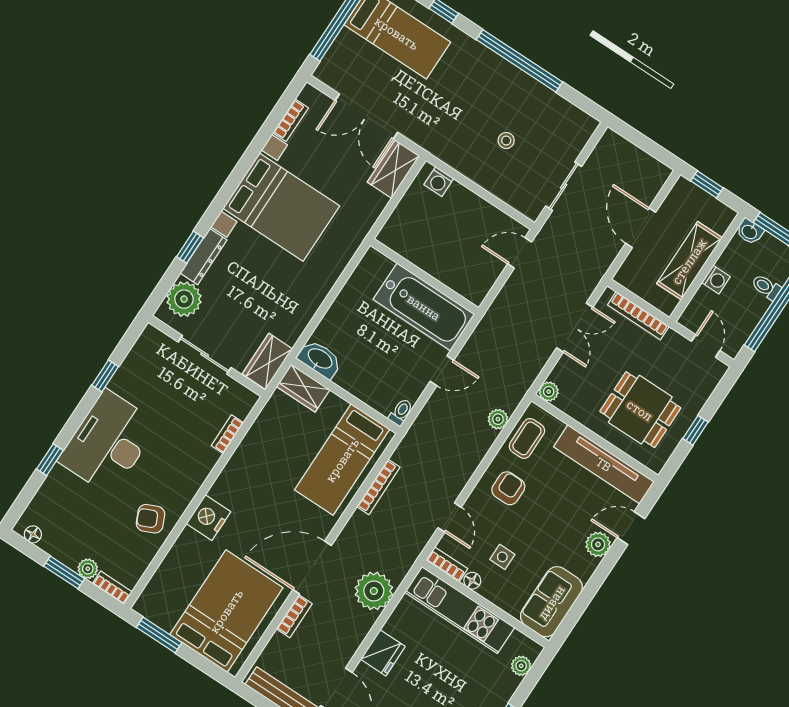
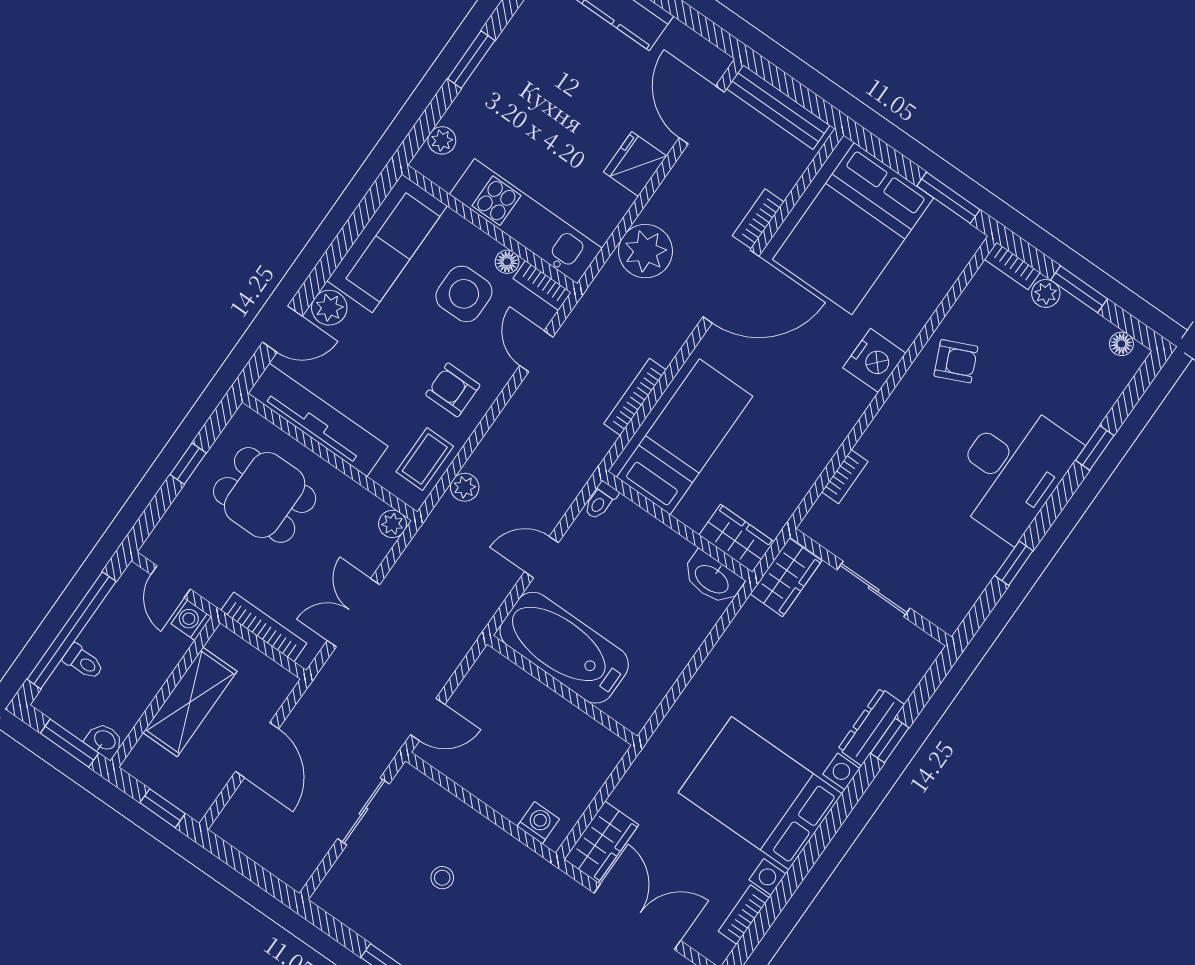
washing machine: (716, 280) -> (191, 620), moved
plant: (184, 299) -> (900, 668), removed
armchair: (508, 488) -> (453, 390), turned 90
side table: (502, 557) -> (464, 294), width x1.87, depth x1.87
sofa: (551, 602) -> (387, 243), width x1.36

